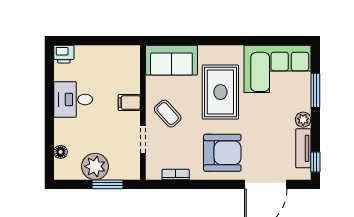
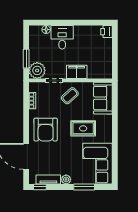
rug: (220, 92) -> (83, 128), width x0.73, depth x0.70
desk: (73, 99) -> (62, 37), moved
filing cabinet: (129, 102) -> (77, 72), width x2.00
plant: (95, 166) -> (37, 70), moved

